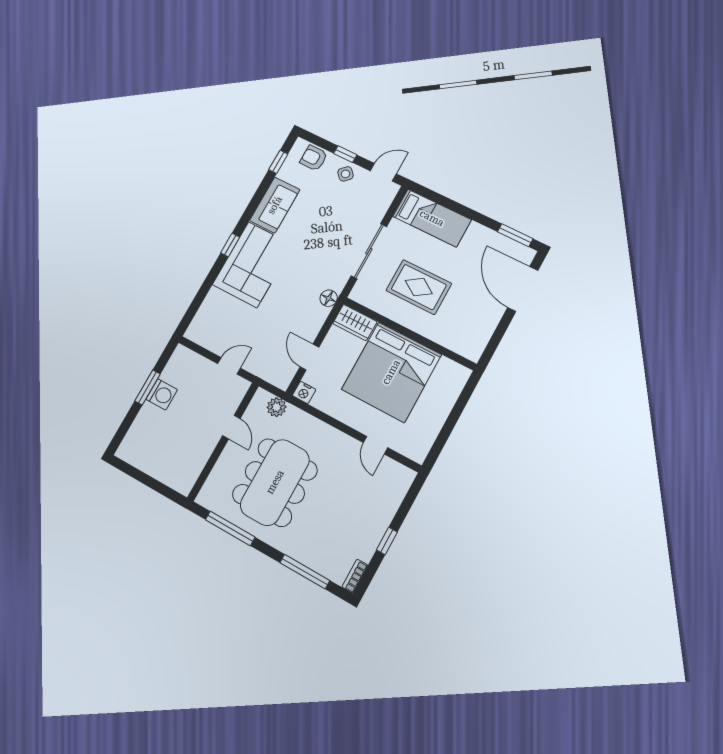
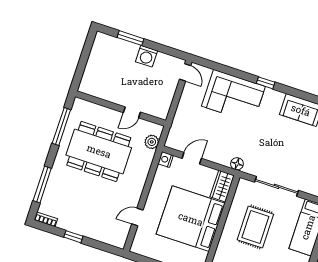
corner sofa: (253, 265) -> (233, 96), moved
door: (229, 366) -> (185, 72), moved
window: (148, 387) -> (130, 38), moved

